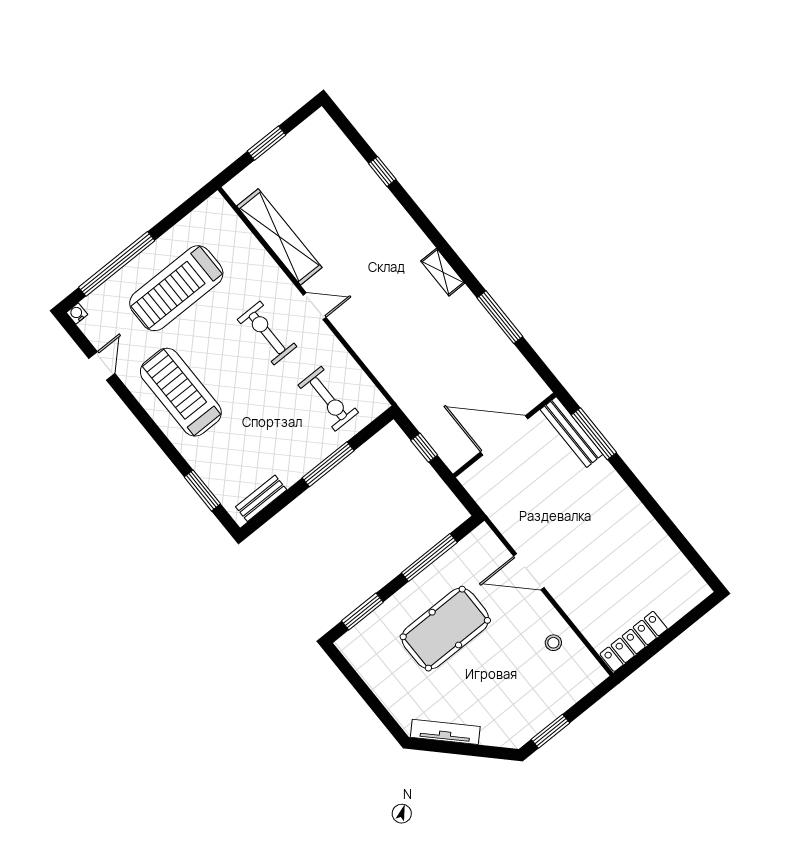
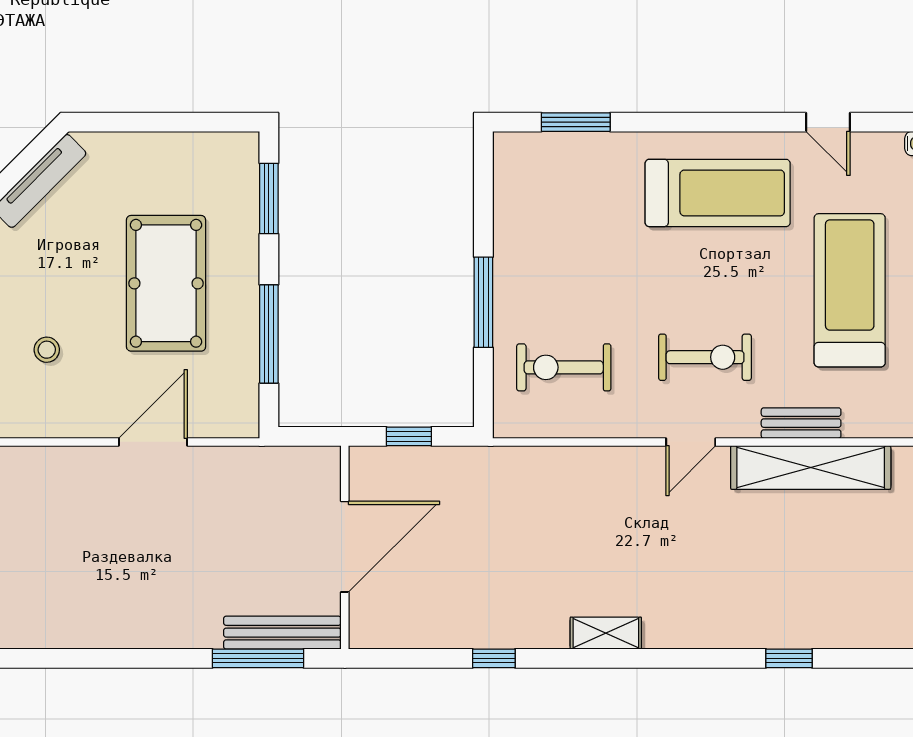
window: (500, 317) -> (494, 658), width x0.46
bench: (261, 498) -> (801, 423), moved, turned 90
stool: (553, 643) -> (47, 350), moved

